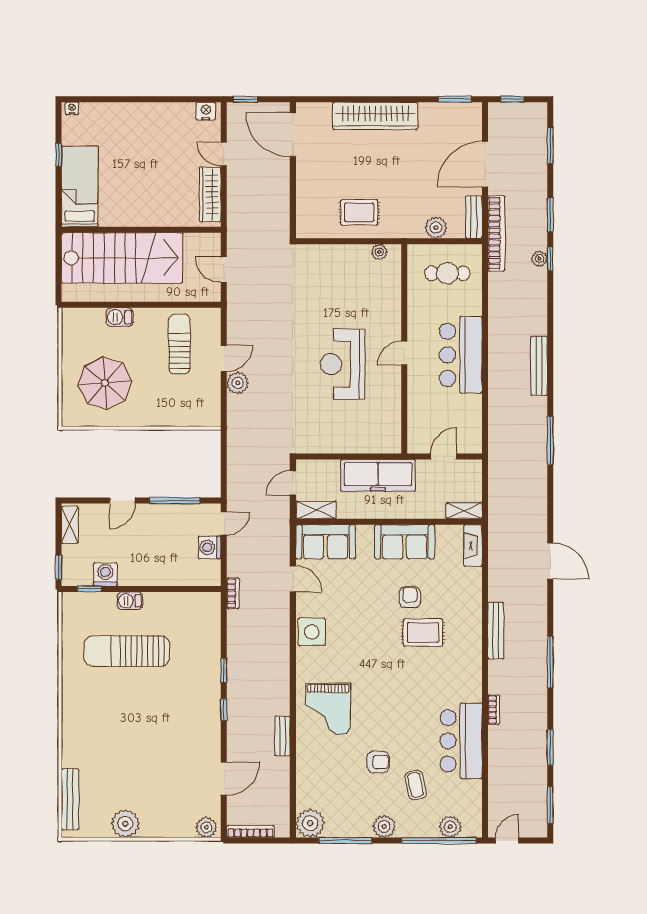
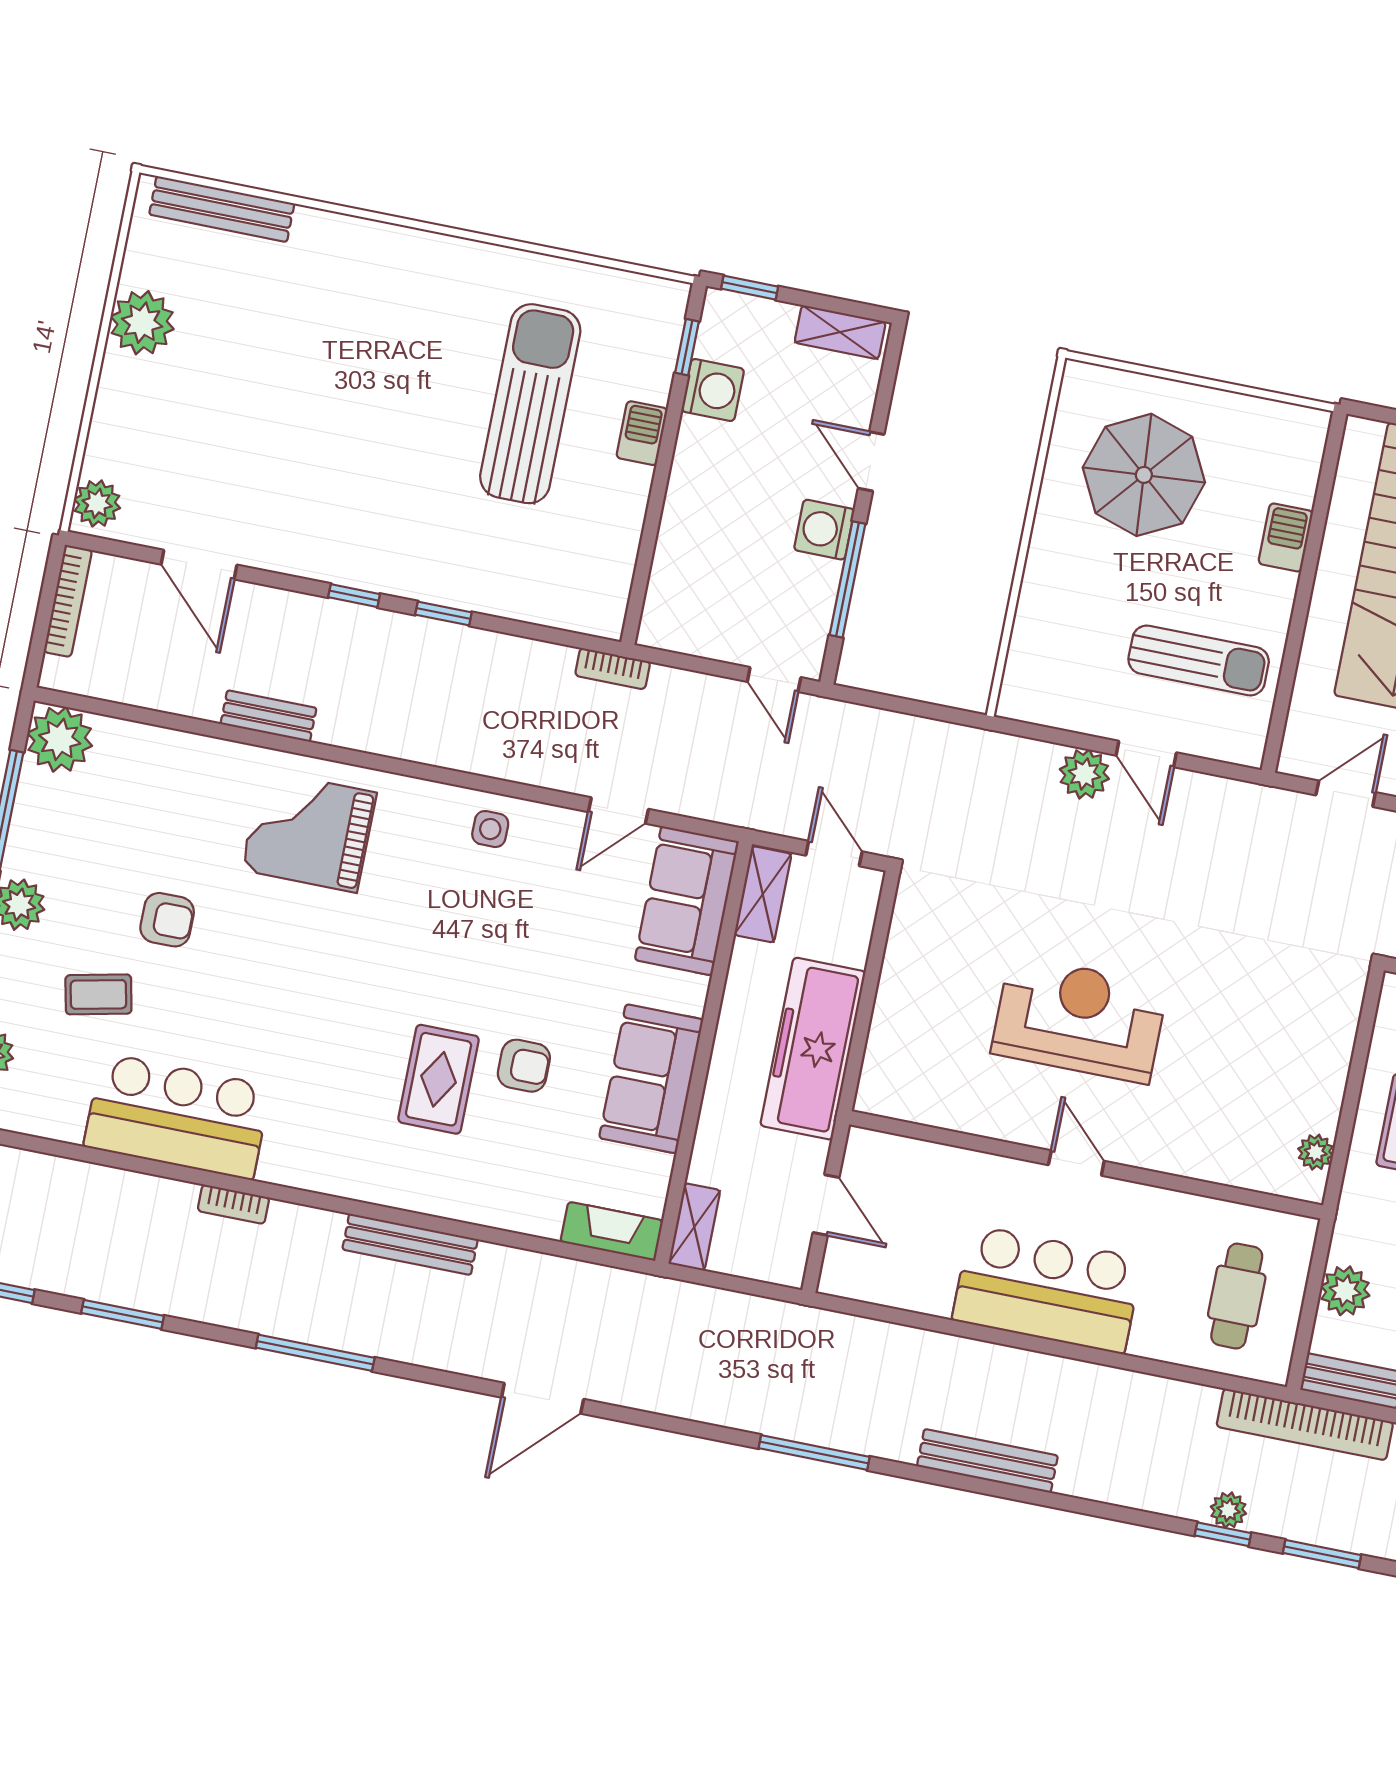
washing machine: (210, 547) -> (824, 530), moved, turned -90
side table: (312, 632) -> (490, 829), width x0.54, depth x0.54
armchair: (378, 762) -> (167, 920), turned -90

